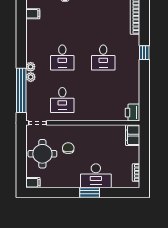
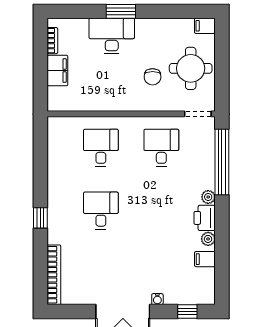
filing cabinet: (33, 14) -> (205, 259), moved
desk: (62, 58) -> (101, 148), moved
plant: (31, 77) -> (208, 239), moved
printer: (132, 113) -> (205, 218), moved, turned 180
filing cabinet: (133, 135) -> (57, 71), moved

